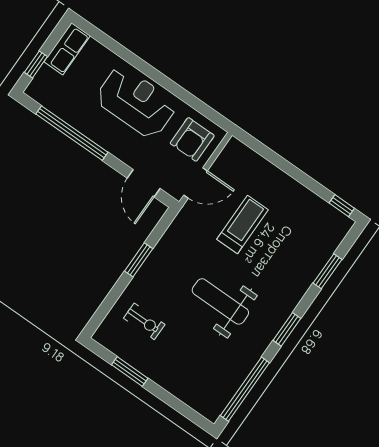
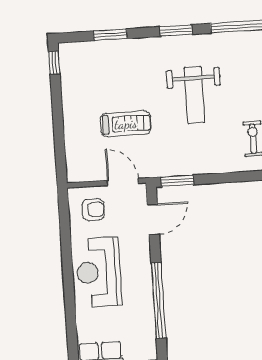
armchair: (192, 139) -> (93, 210), width x0.72, depth x0.72
treadmill: (242, 224) -> (126, 124), turned 180
window: (139, 260) -> (177, 181), moved

